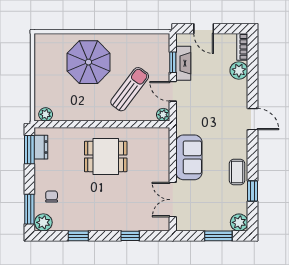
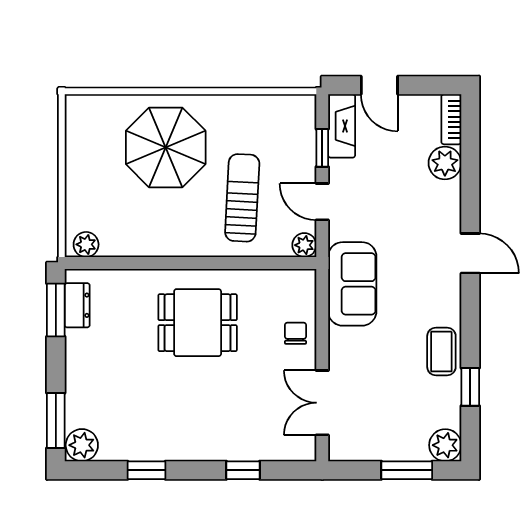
fireplace: (183, 63) -> (342, 126), moved
sun lounger: (130, 89) -> (242, 198), turned -34
sofa: (189, 157) -> (352, 284), moved
chair: (52, 197) -> (296, 333), moved

